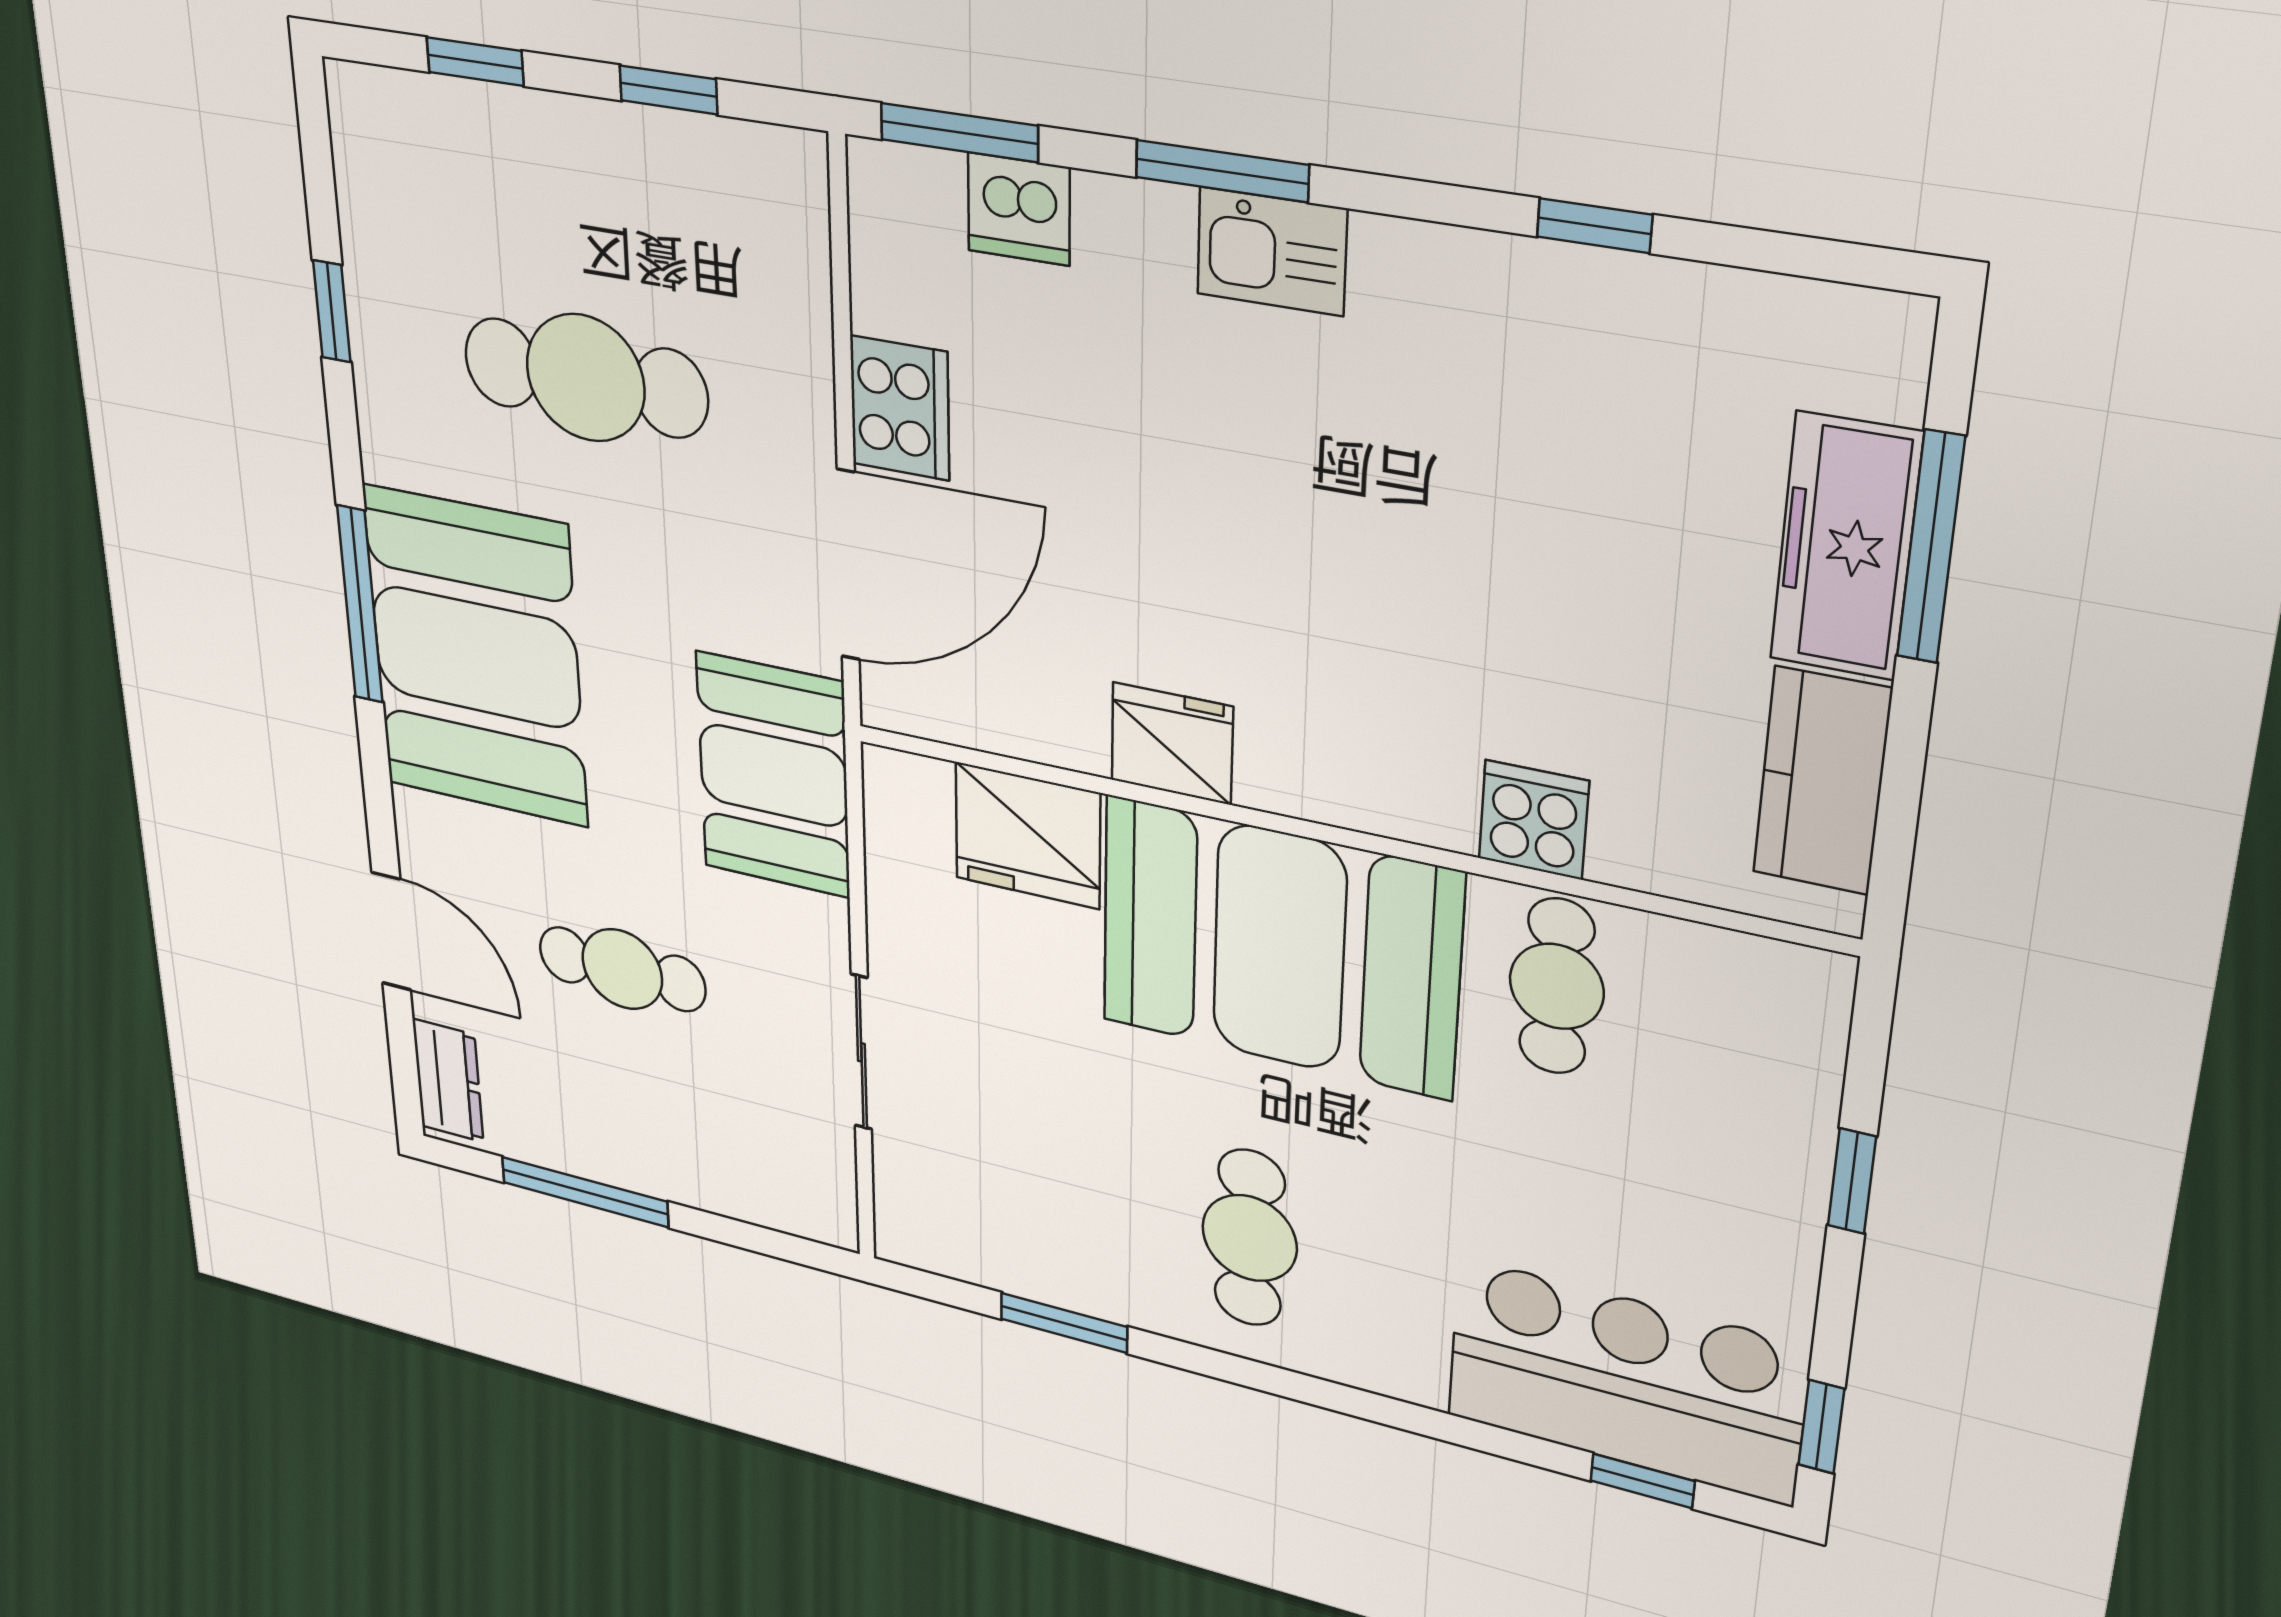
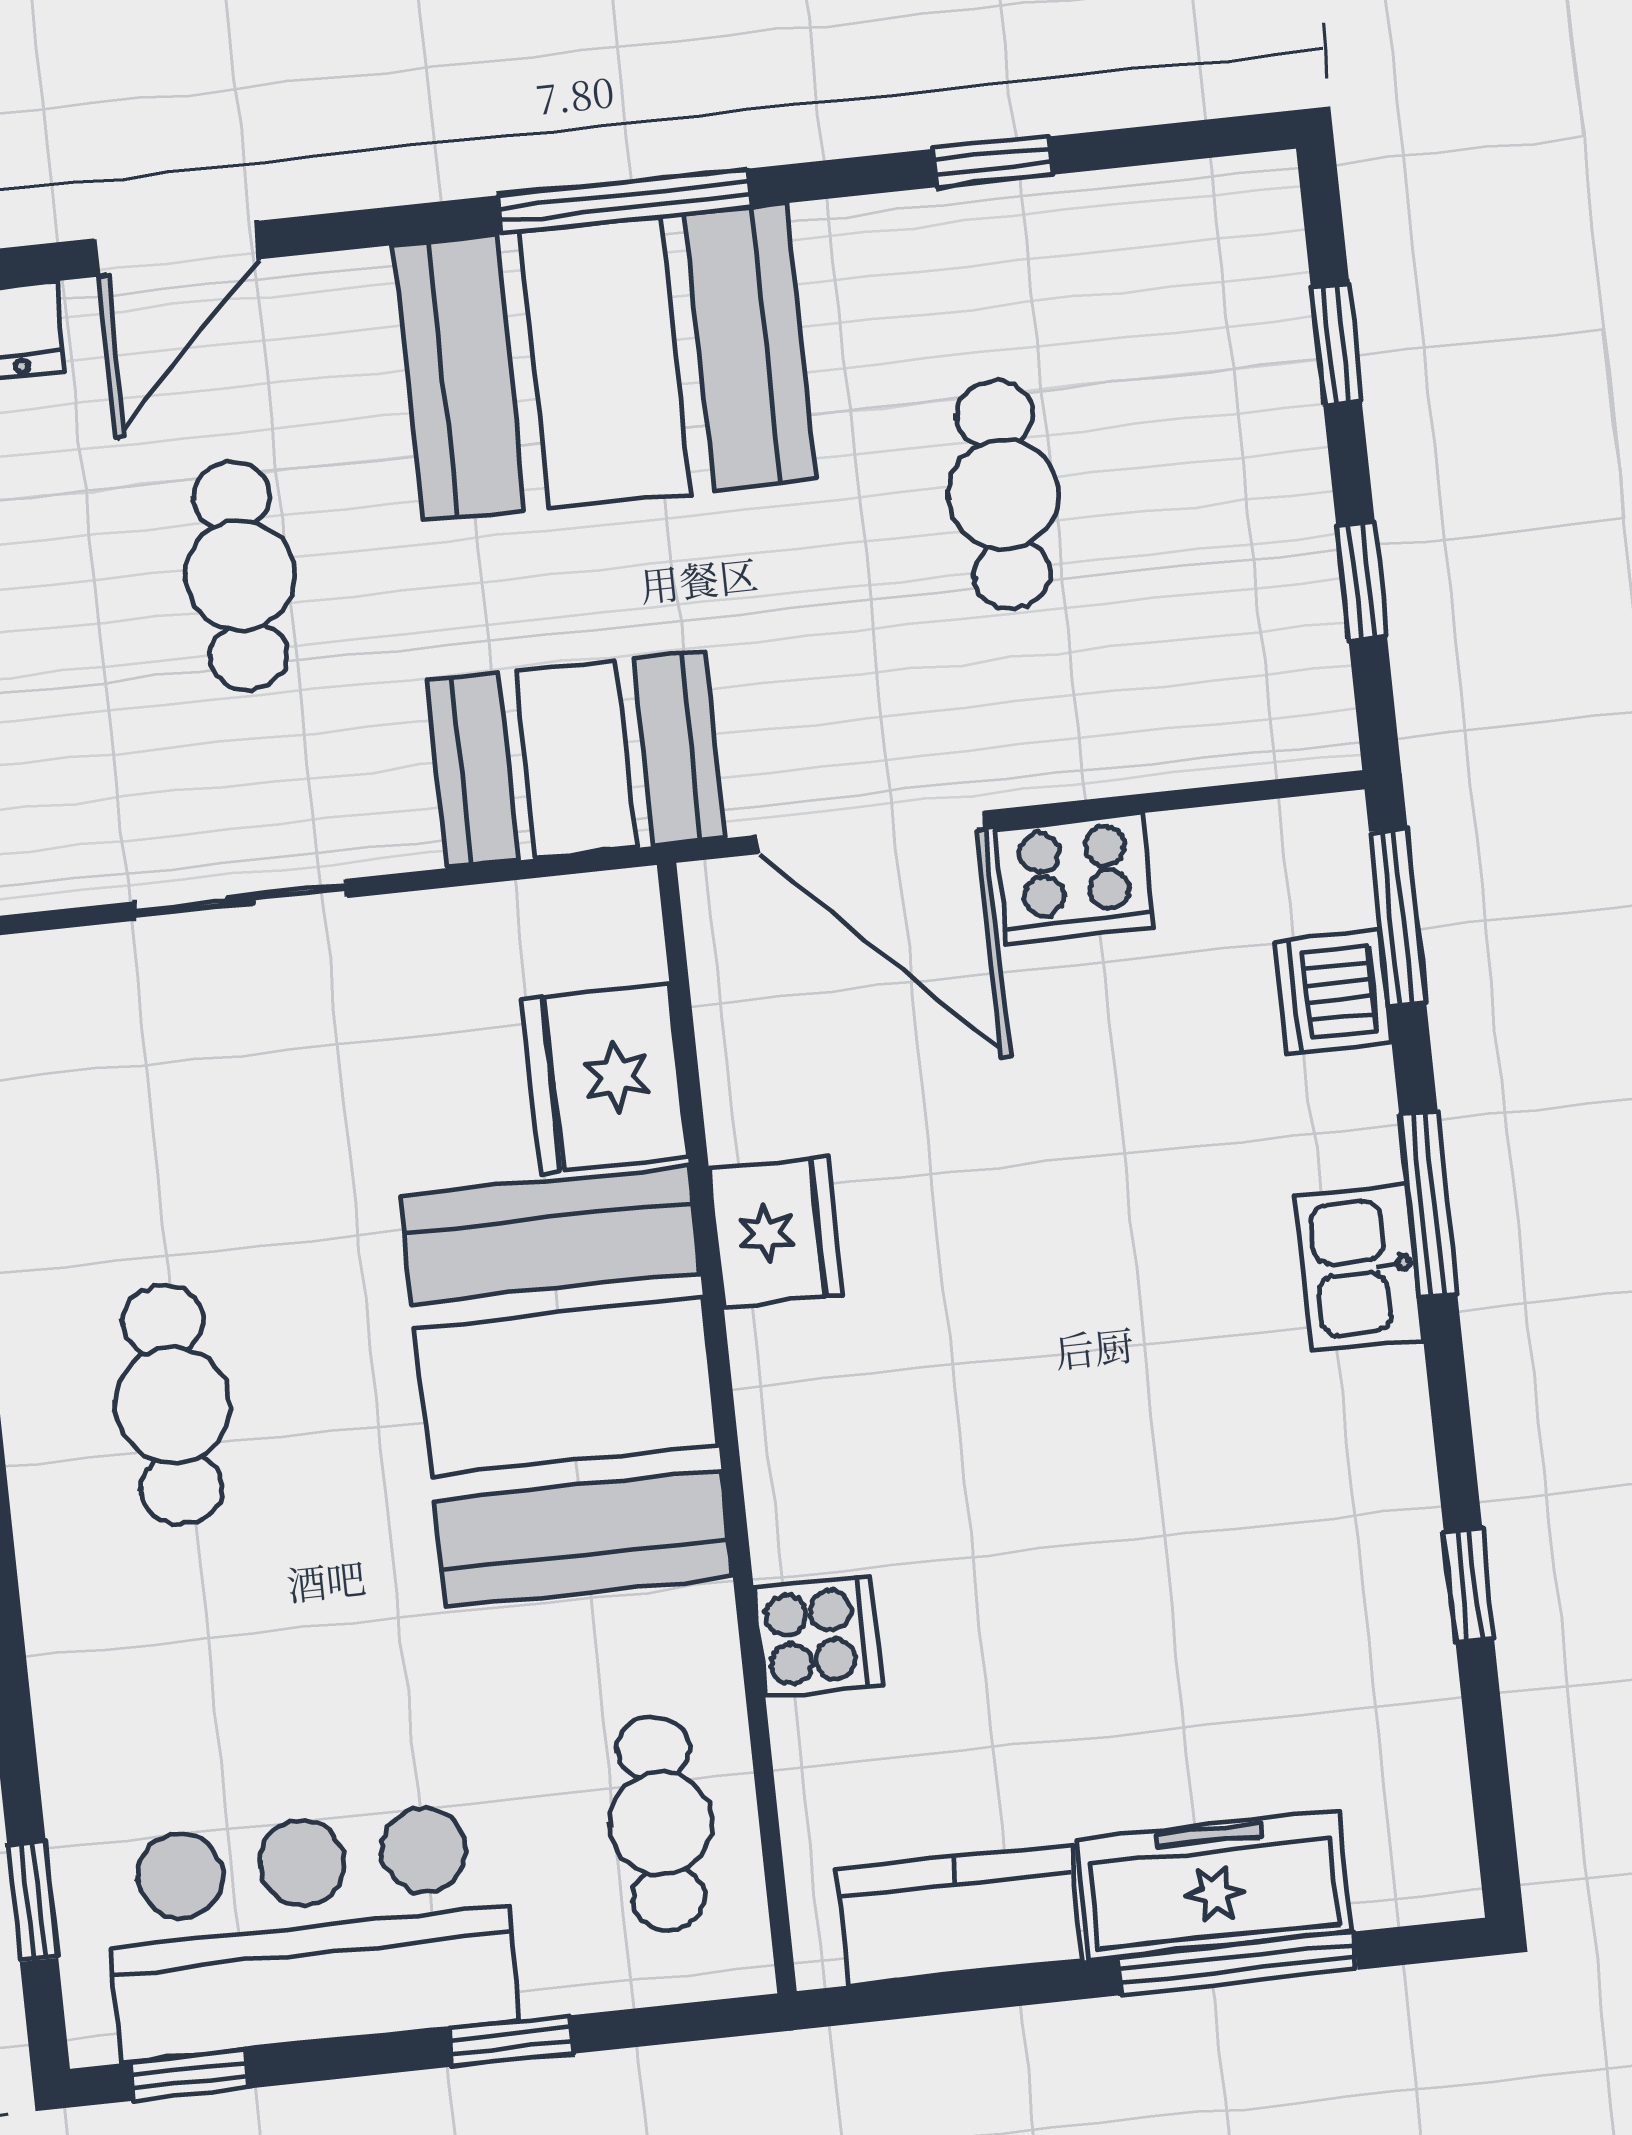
cafe table: (585, 378) -> (1003, 494), width x0.73, depth x0.74
cafe table: (1557, 986) -> (661, 1823), moved, turned 90
cafe table: (1250, 1238) -> (172, 1405), turned 90
bar counter: (1625, 1381) -> (309, 1932), moved, turned -90

